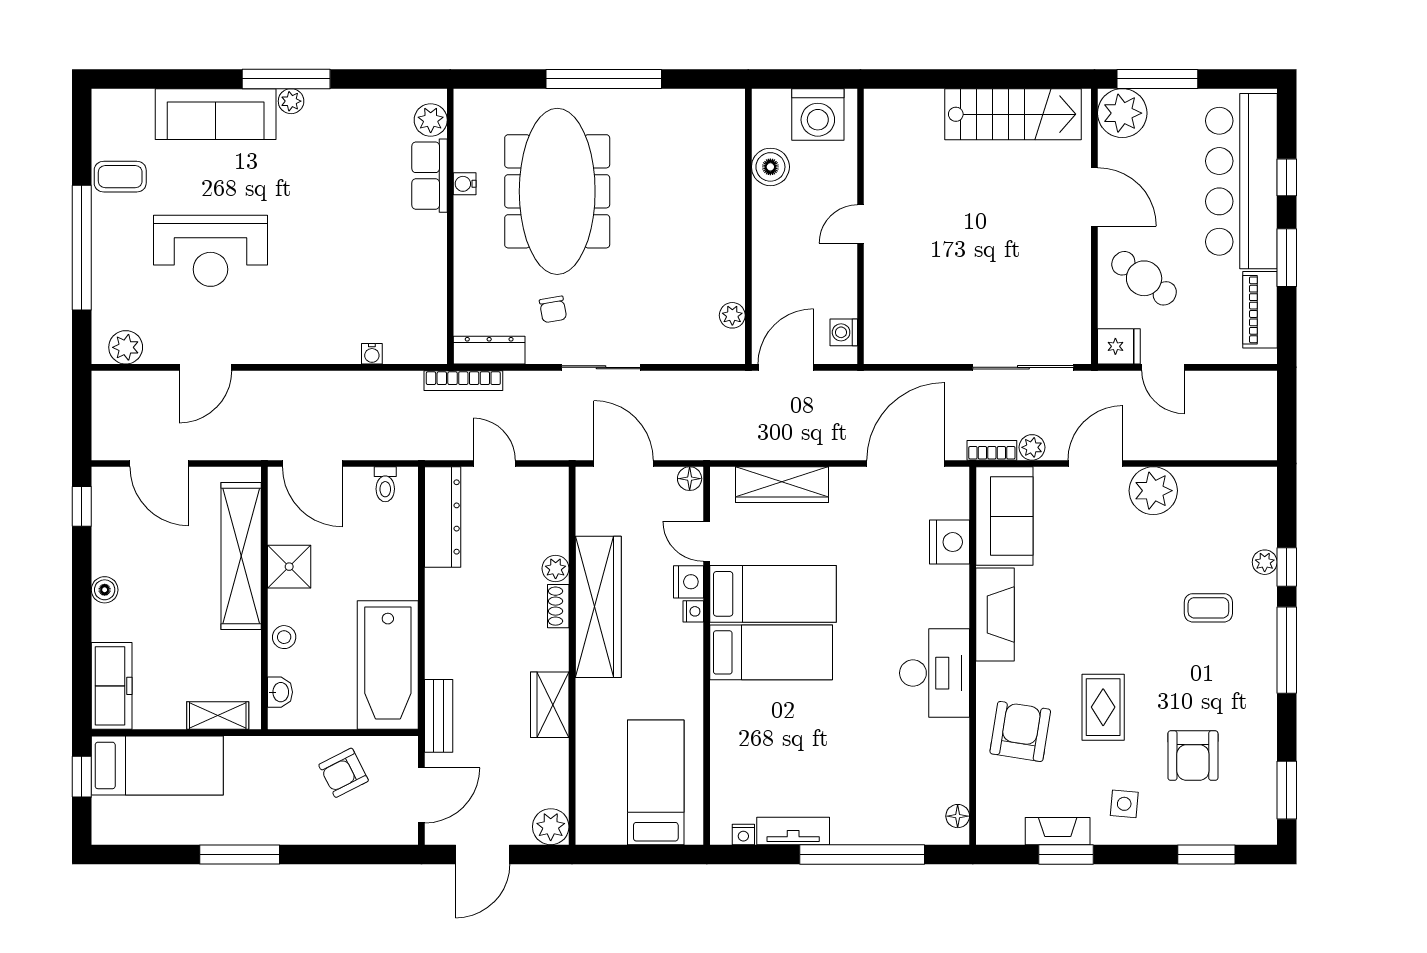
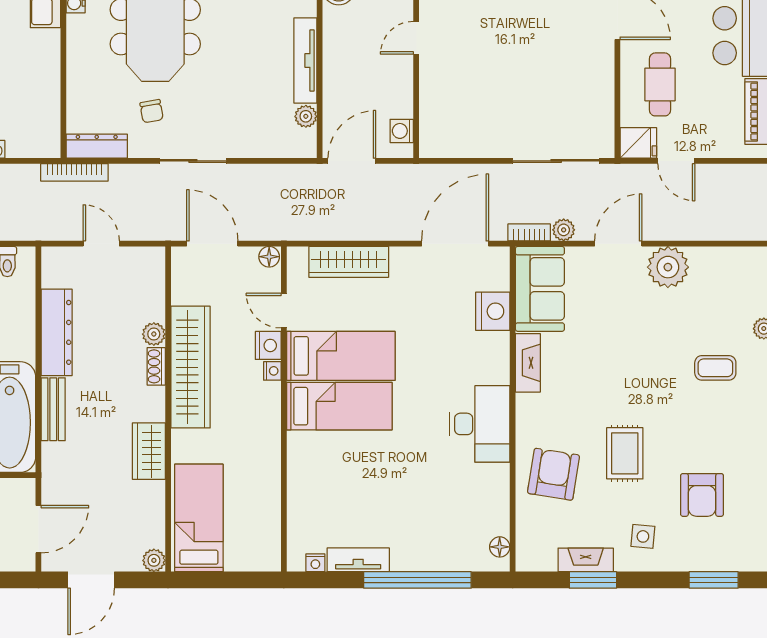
tv unit: (732, 250) -> (305, 60), added
cafe table: (1144, 278) -> (660, 84), turned 54
dresser: (443, 517) -> (57, 332), moved
fireplace: (995, 615) -> (528, 363), width x0.73, depth x0.76
bench: (439, 716) -> (53, 409), moved
bed: (656, 782) -> (199, 518), moved
plant: (551, 827) -> (154, 560), width x0.73, depth x0.73

